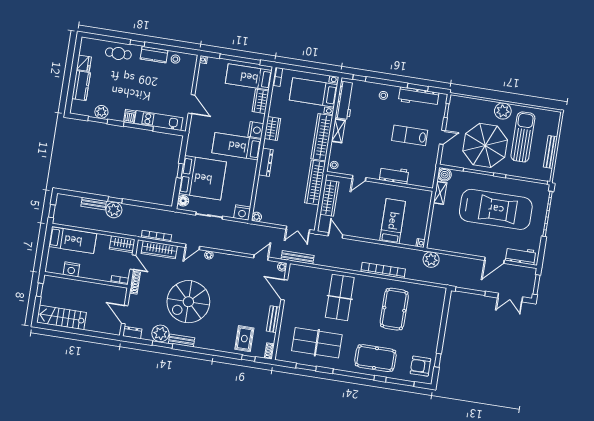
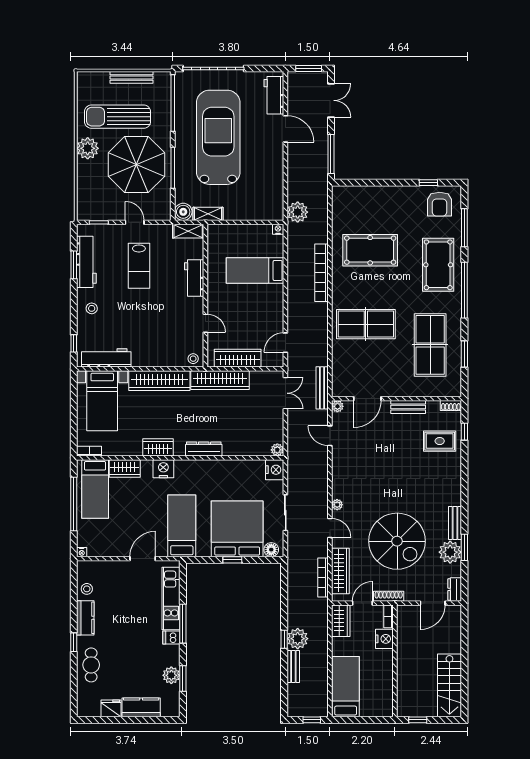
shelving: (338, 131) -> (188, 231), moved
bed: (237, 146) -> (182, 526), moved, turned 180
nightstand: (71, 269) -> (384, 639), moved
spiral stairs: (188, 302) -> (397, 541), moved

